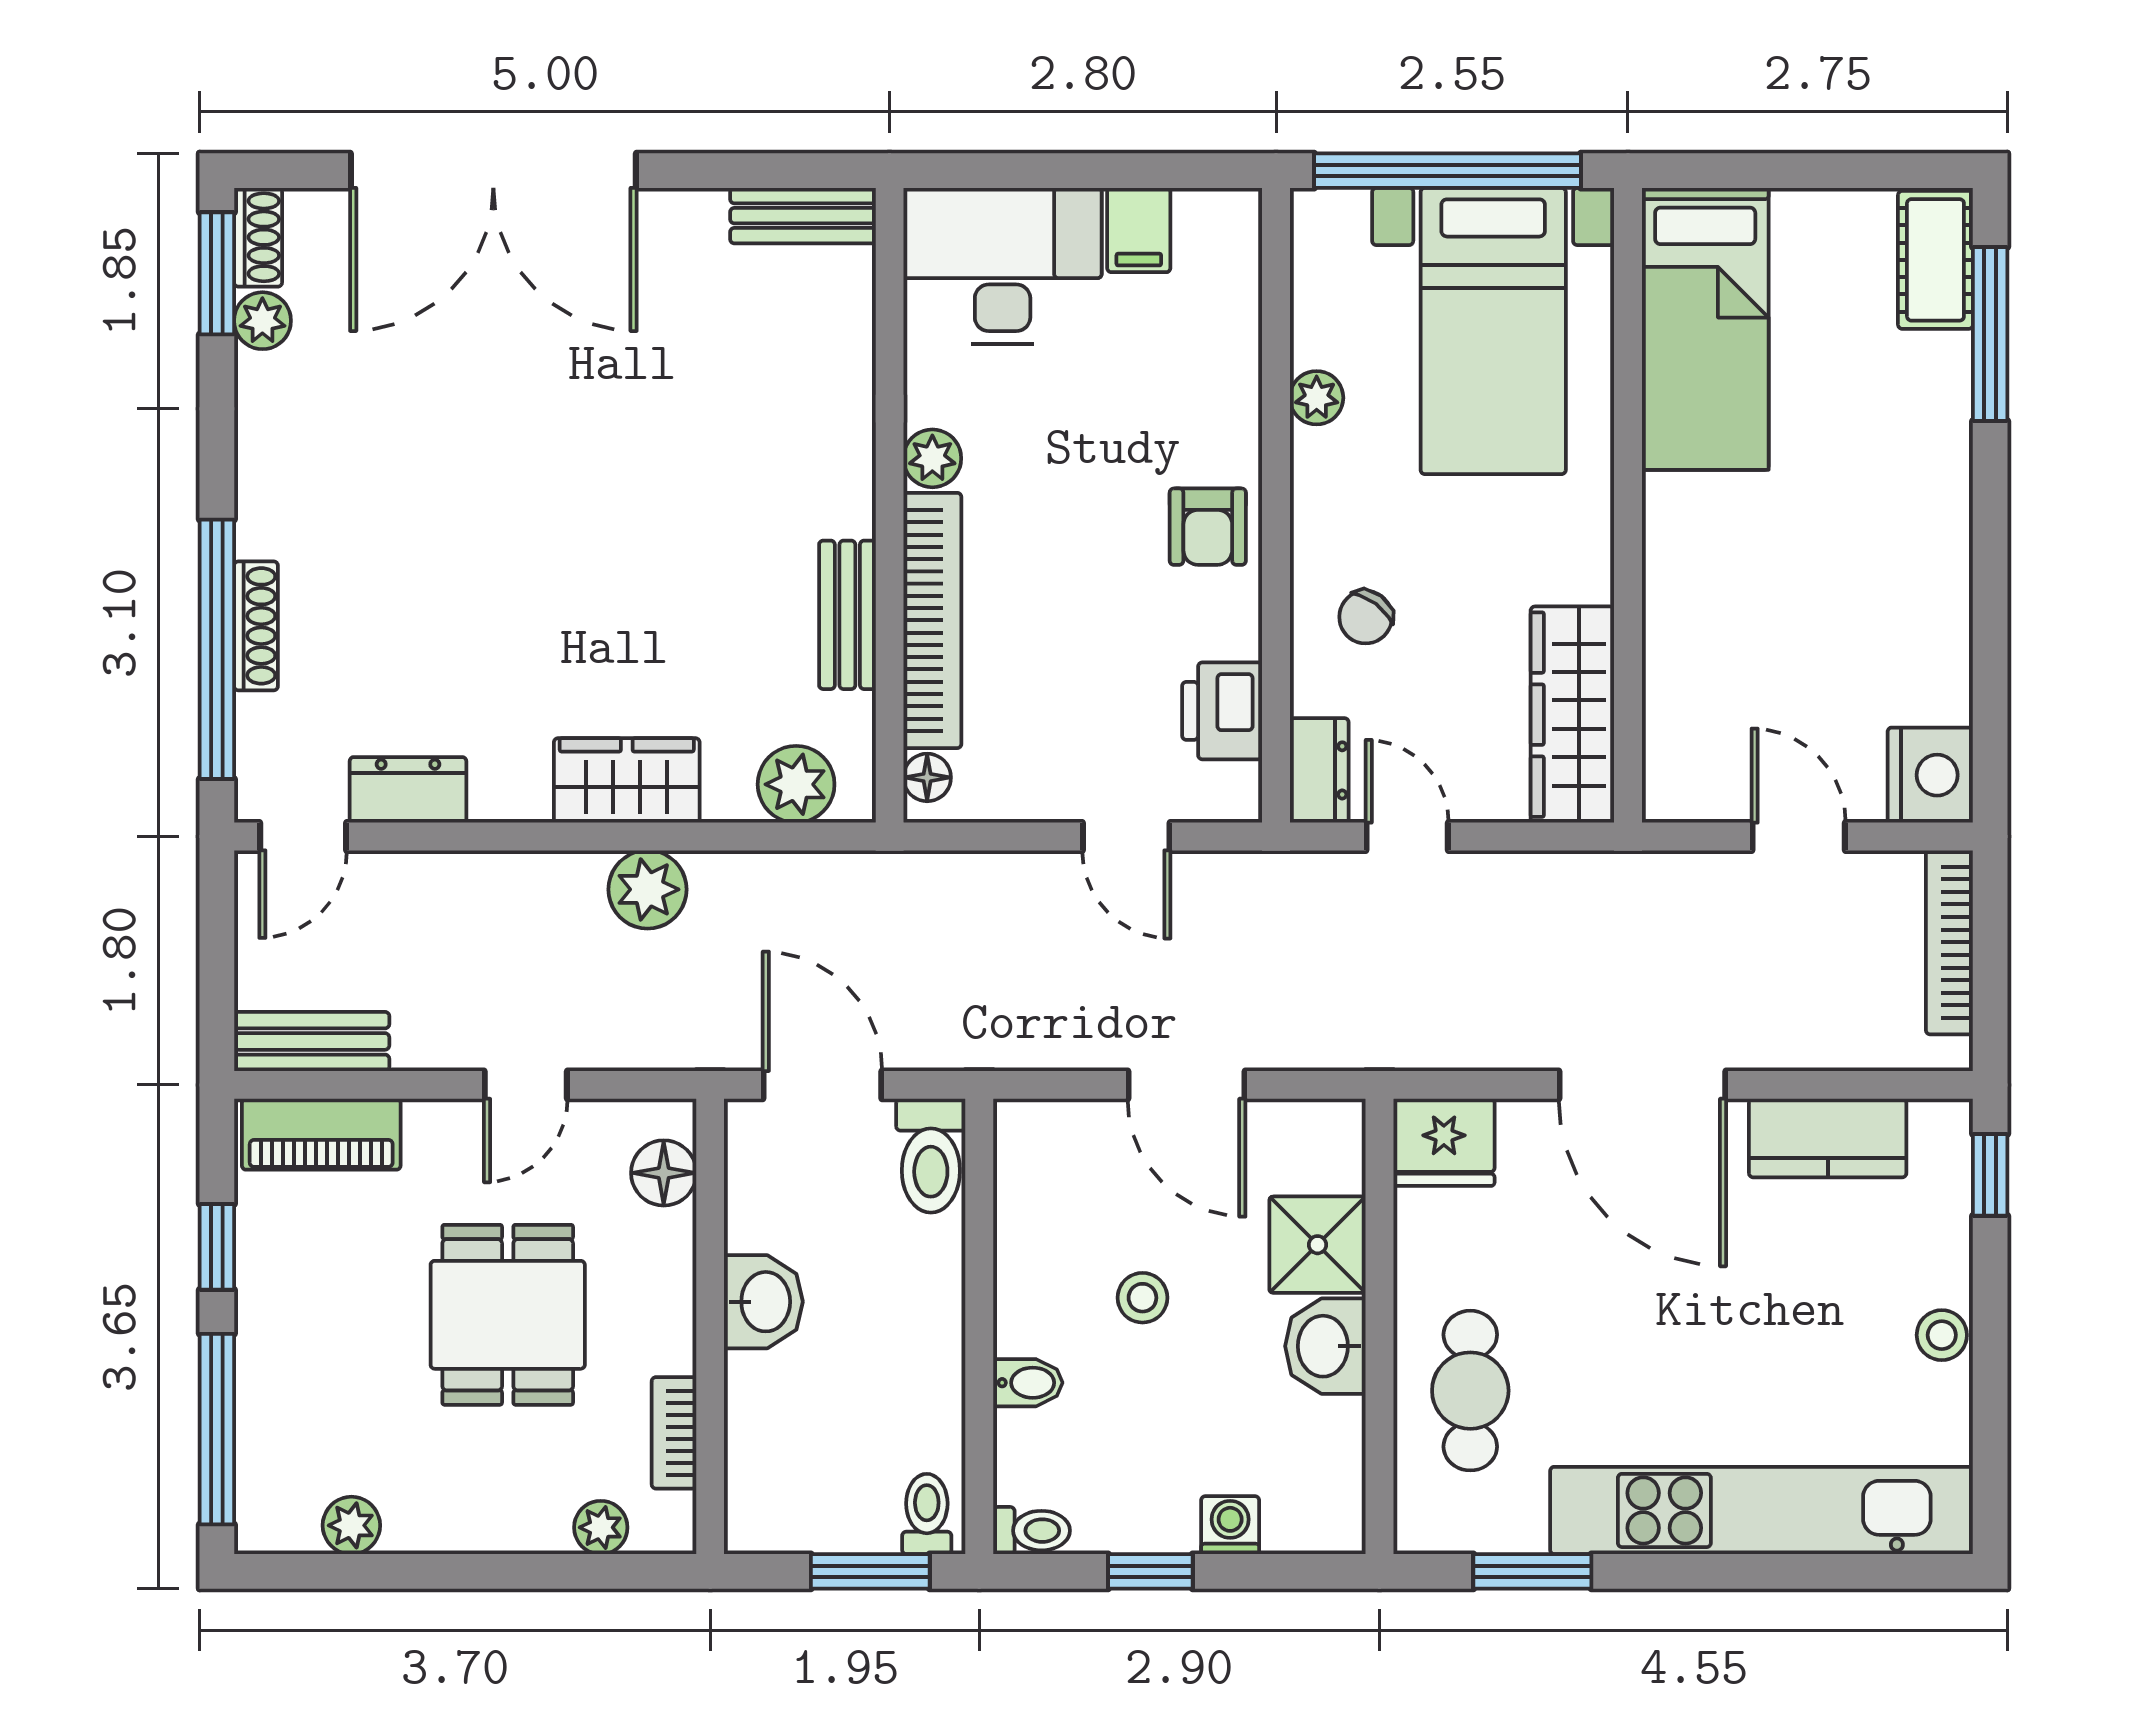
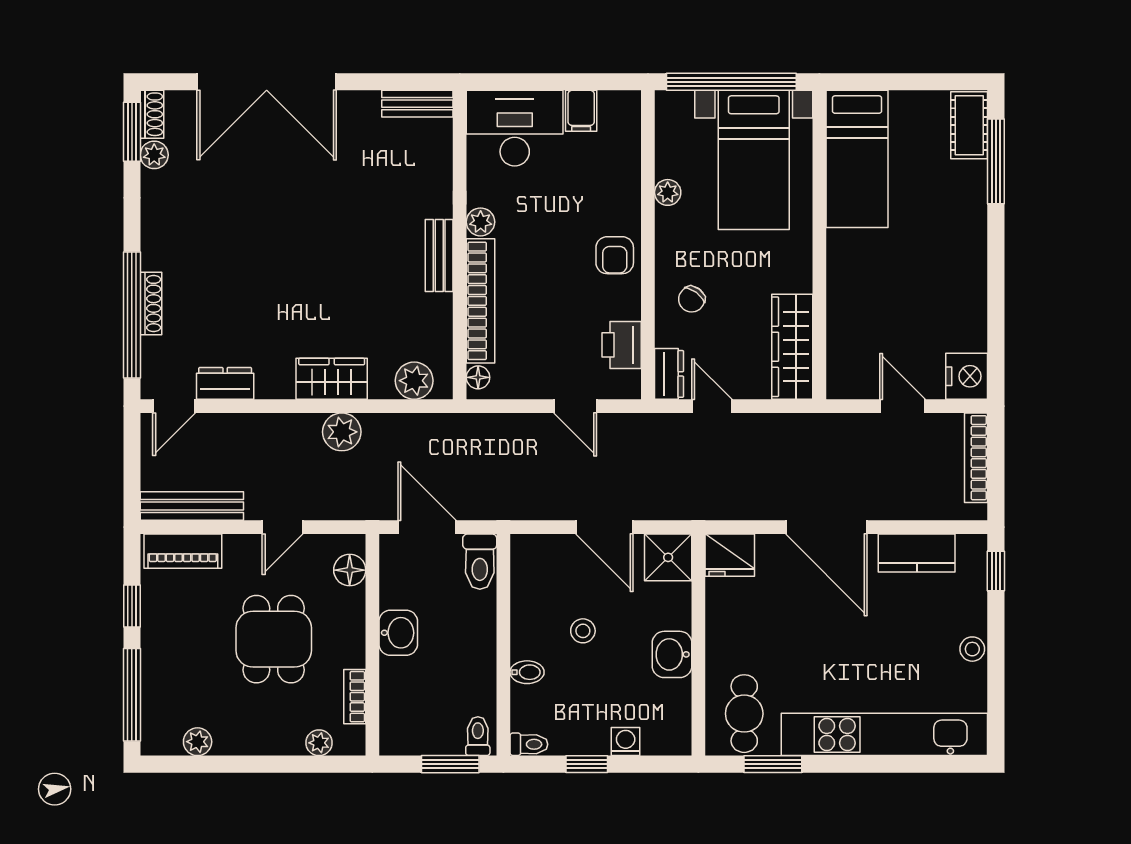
bench: (847, 615) -> (439, 255), moved
bench: (312, 1041) -> (192, 506), width x1.36
shower: (1317, 1245) -> (668, 557), moved
cafe table: (1470, 1391) -> (744, 714), moved

